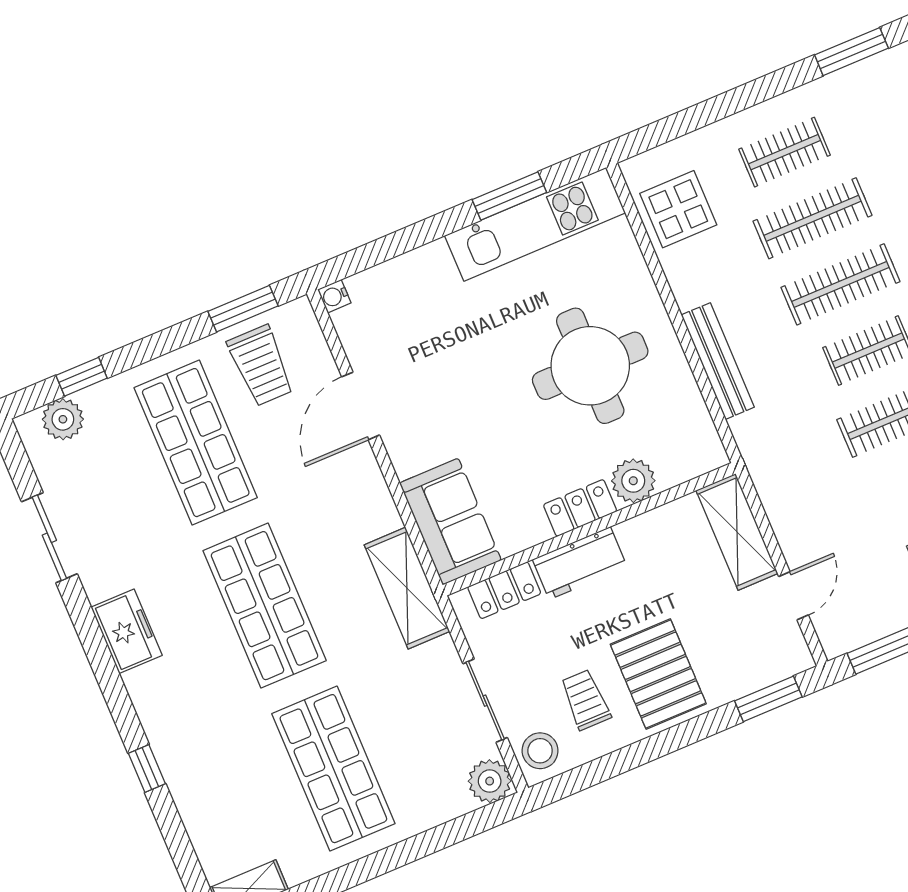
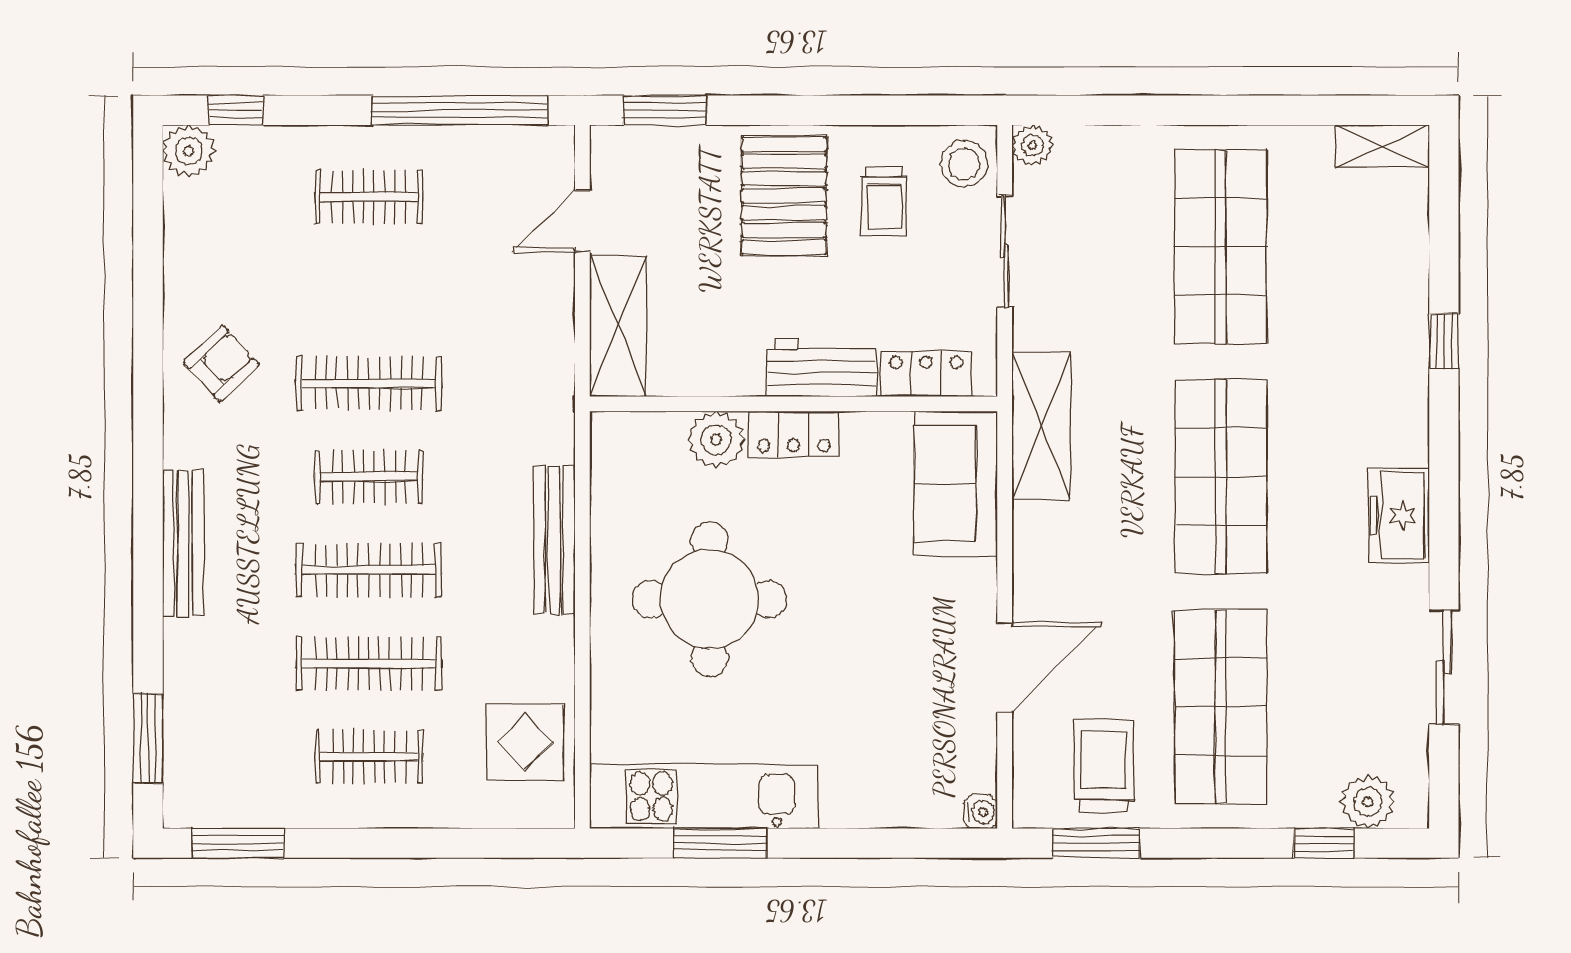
plant: (490, 781) -> (1032, 145), width x0.73, depth x0.73

